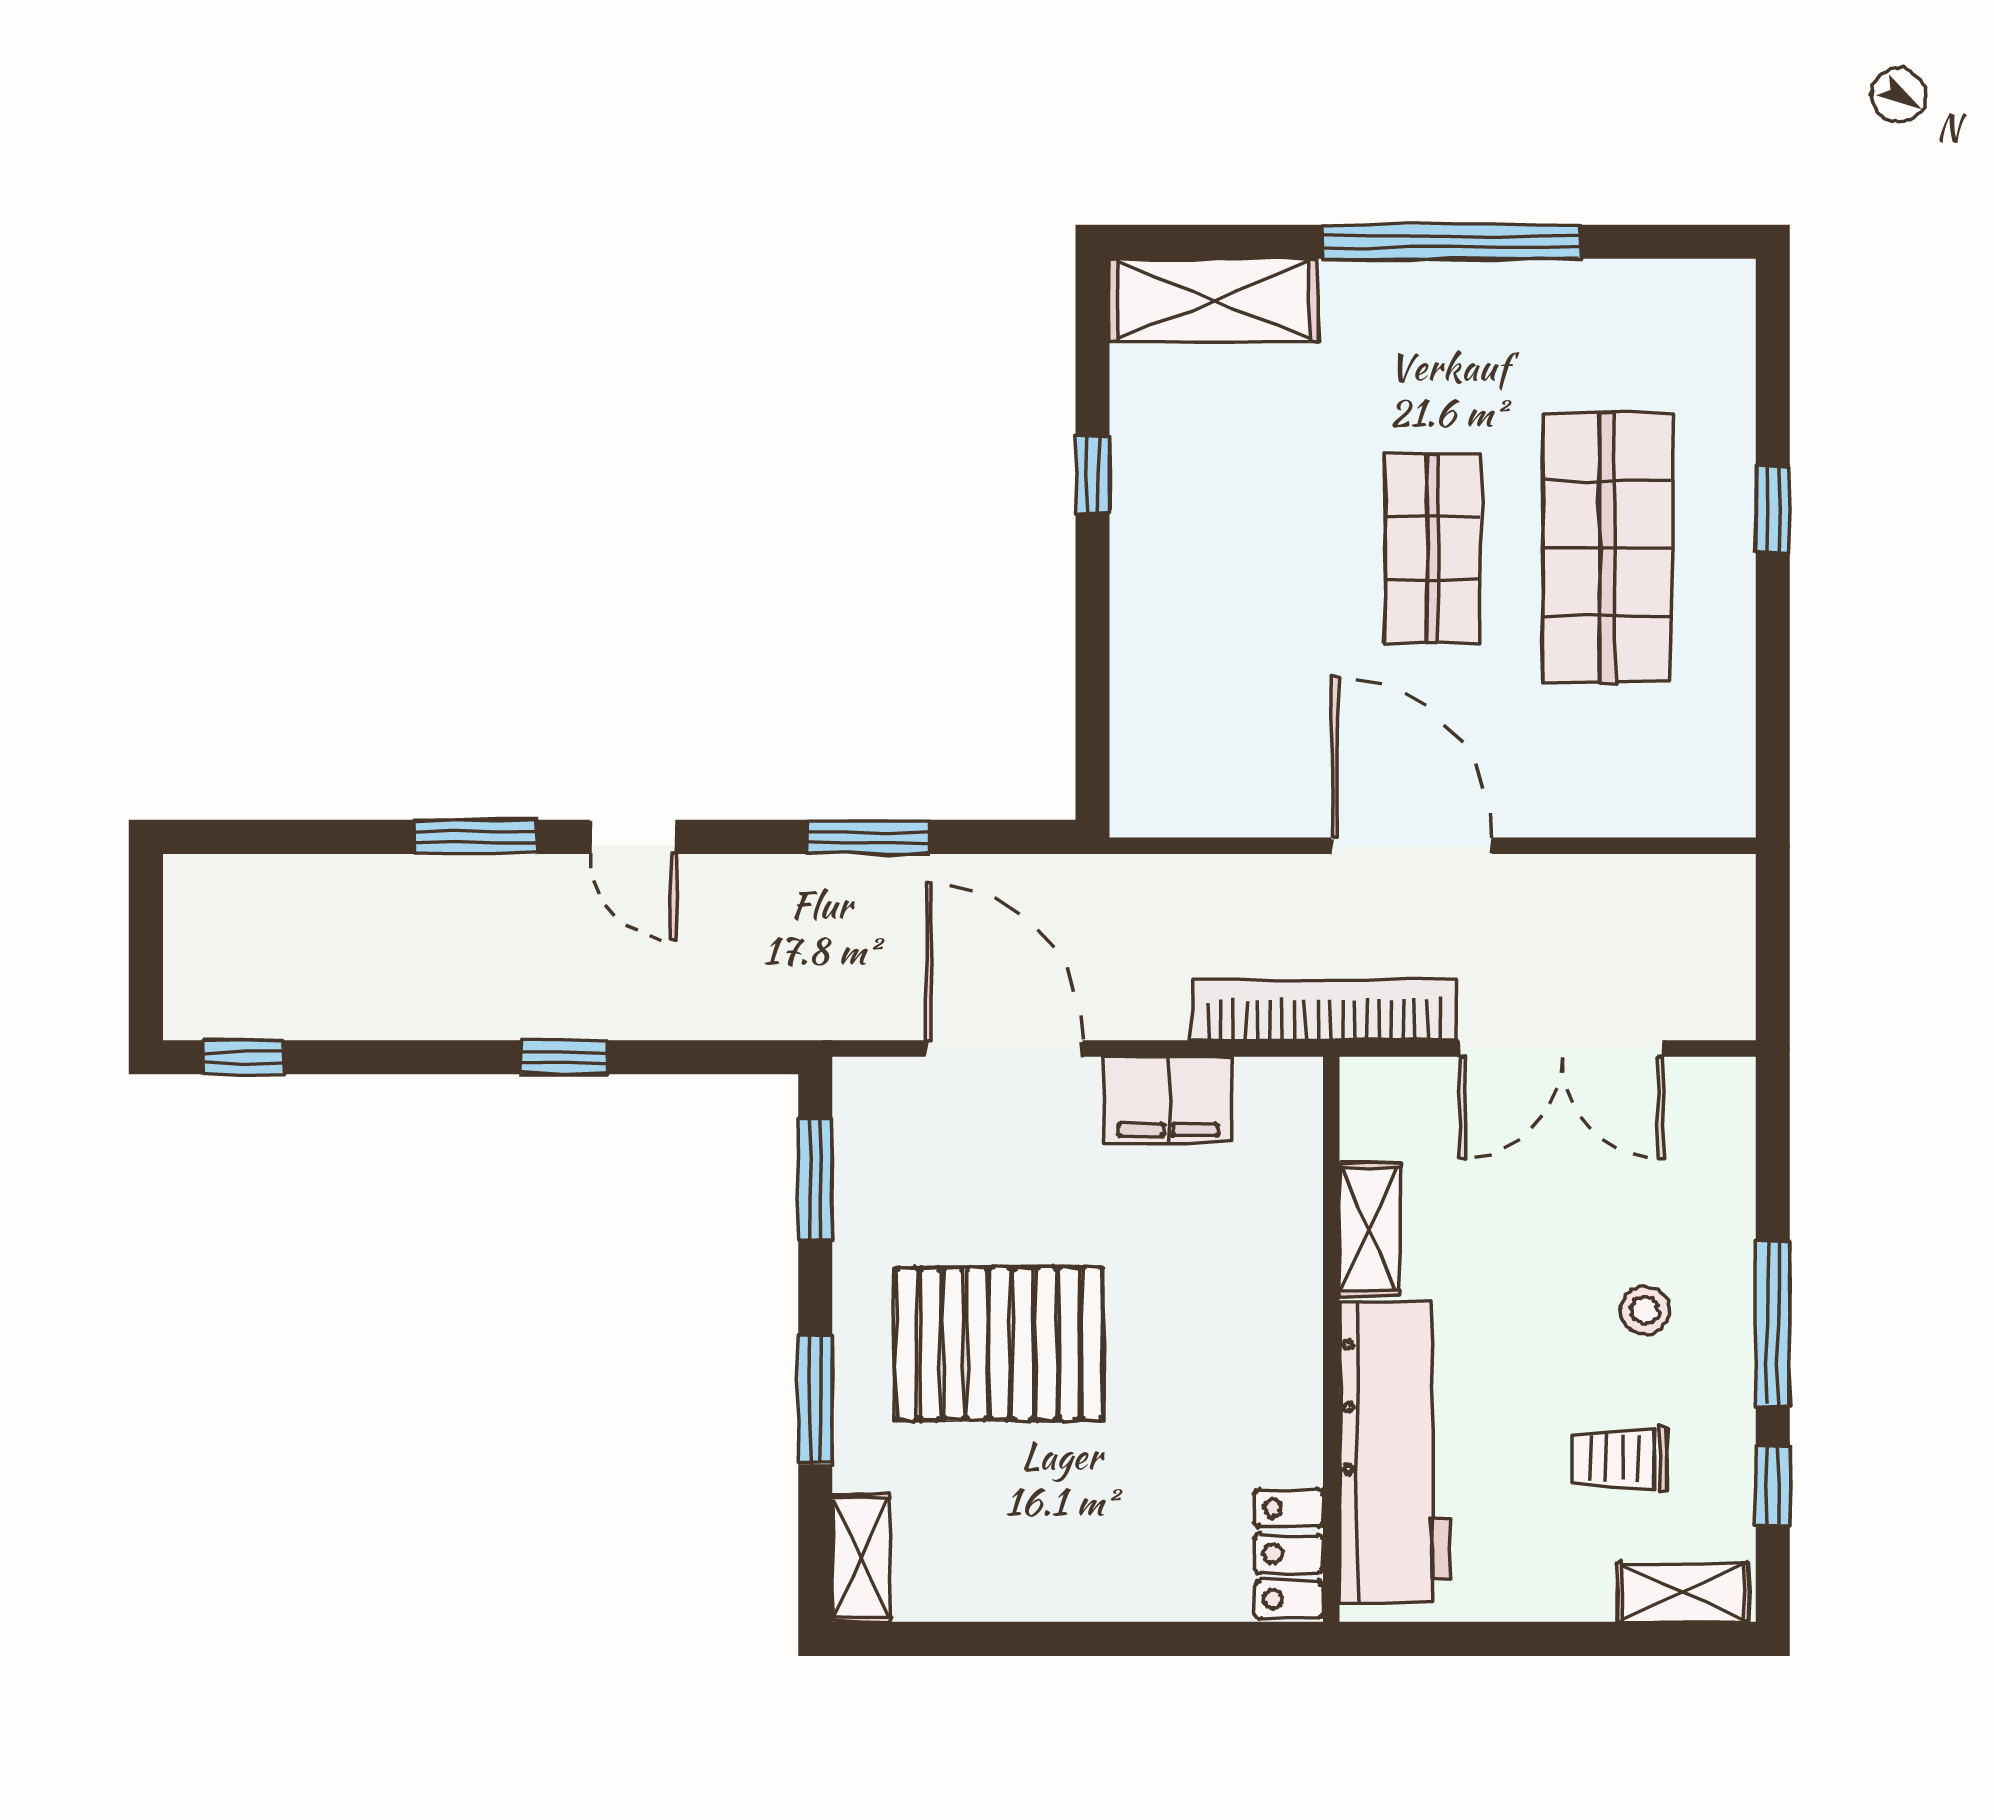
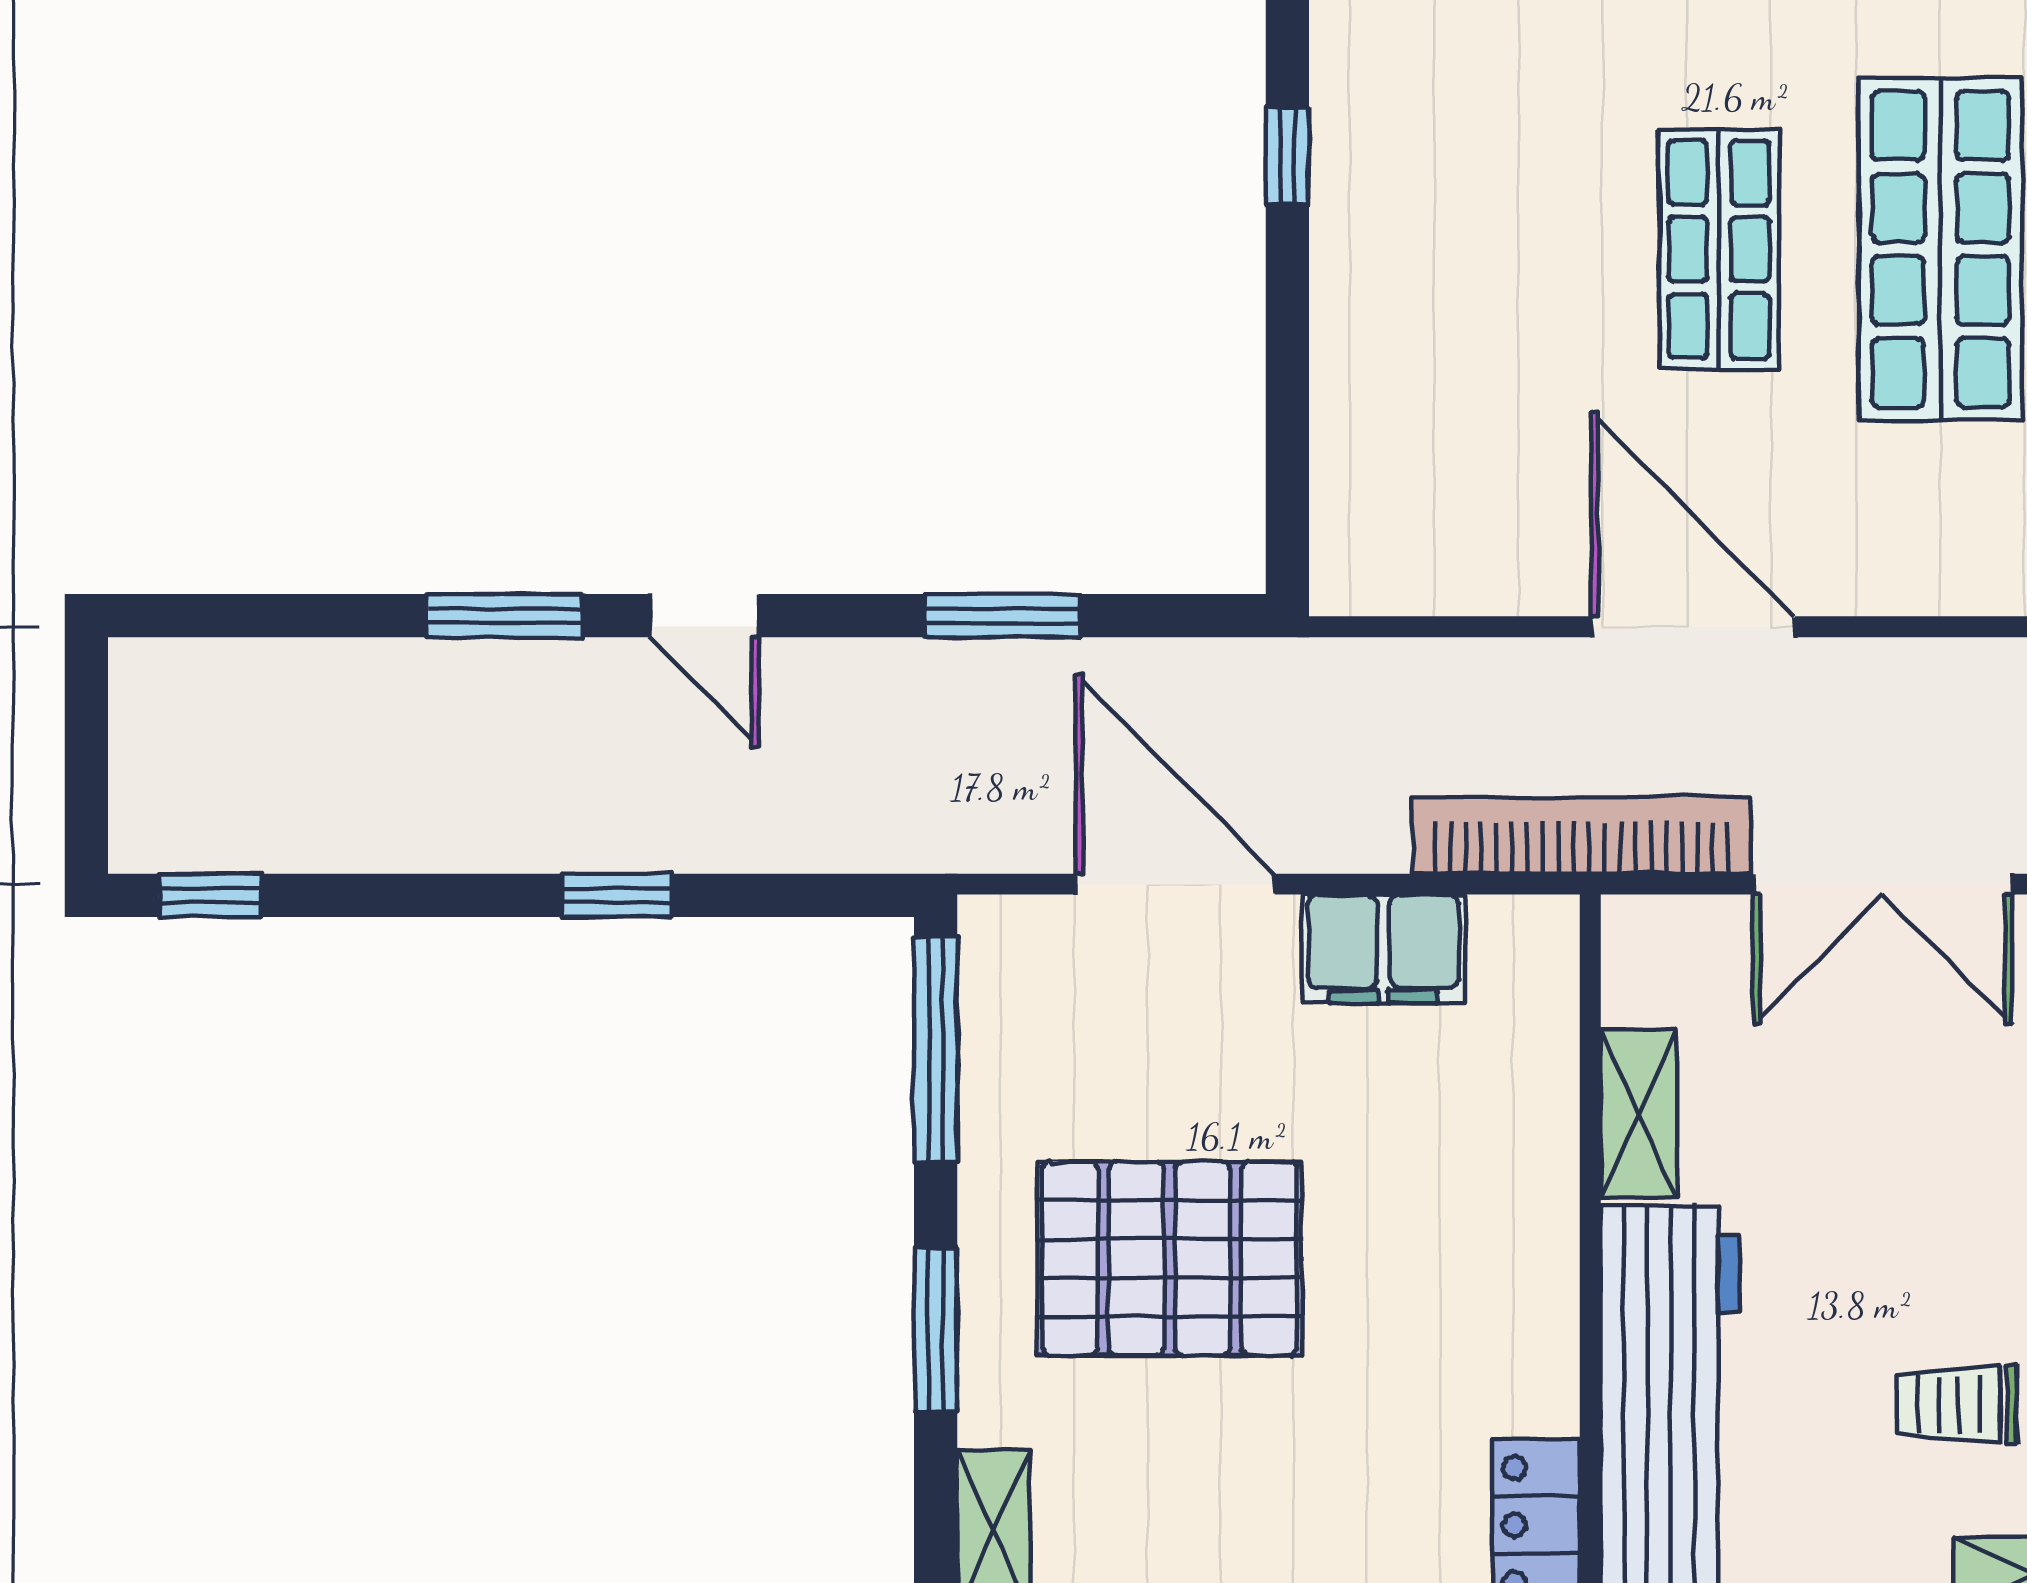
window: (815, 1179) -> (936, 1050), width x1.44
stool: (1645, 1310) -> (1989, 1216), removed

